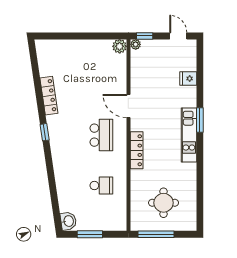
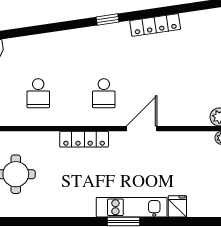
school desk: (101, 135) -> (104, 93), width x0.54
kitchen unit: (189, 135) -> (132, 207), moved

